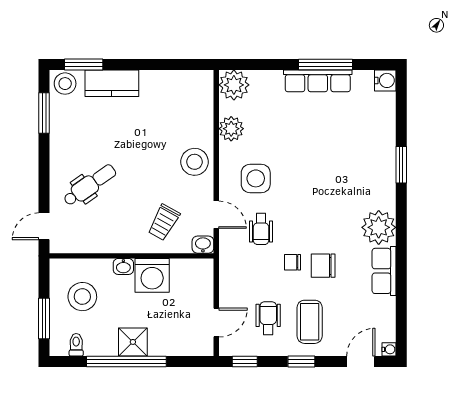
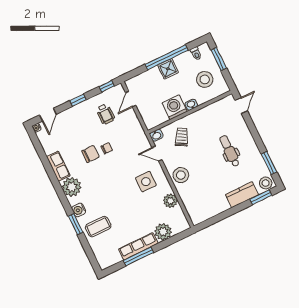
water cooler: (385, 80) -> (79, 210), moved
plant: (234, 85) -> (163, 232), moved
dental chair: (90, 185) -> (230, 151), moved, turned 125
wheelchair: (261, 229) -> (131, 157), removed
coffee table: (310, 322) -> (98, 227), moved, turned 90

